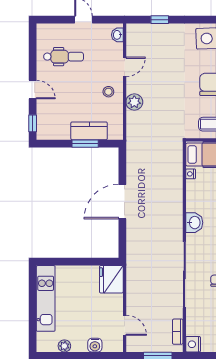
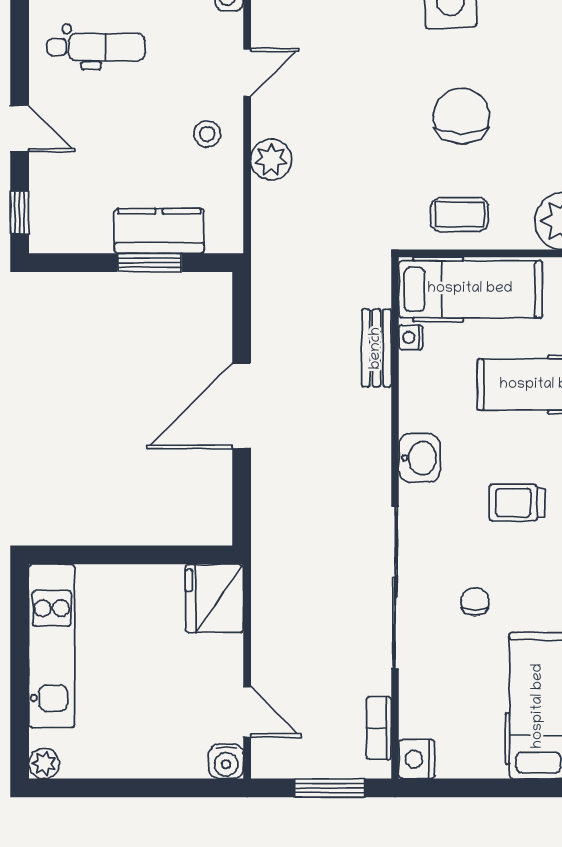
bench: (177, 178) -> (376, 348), added
water cooler: (95, 345) -> (226, 761), moved
plant: (64, 346) -> (44, 763), moved

